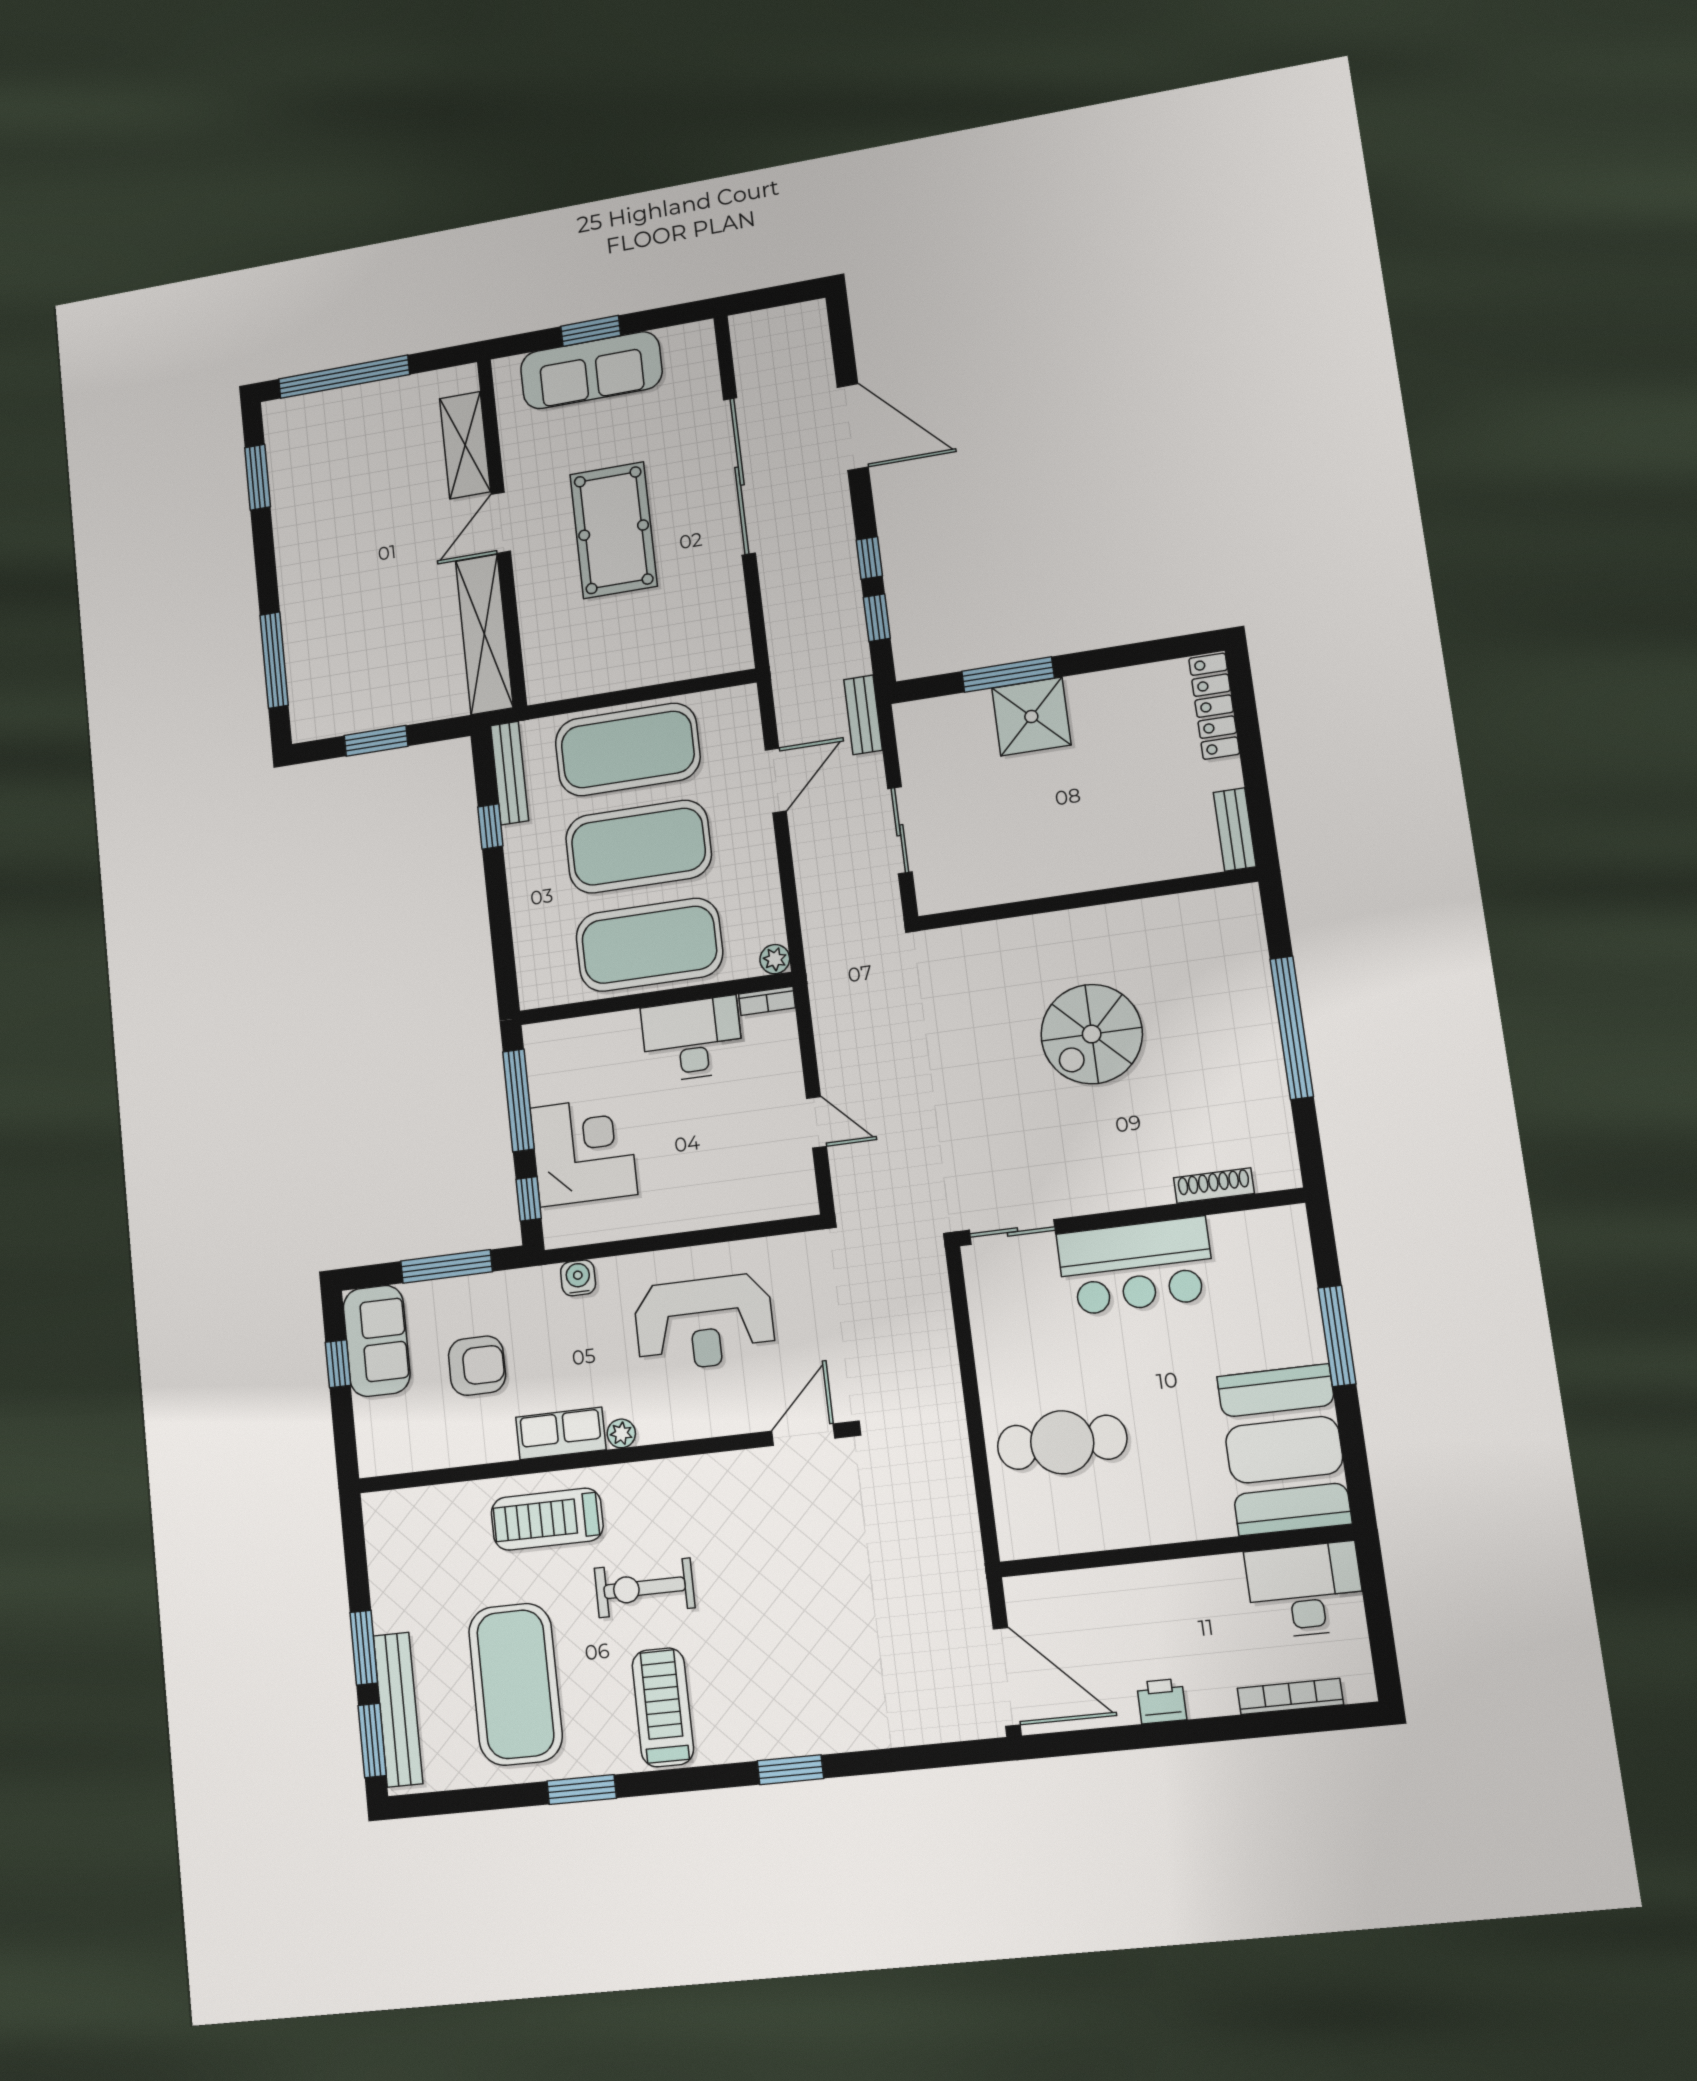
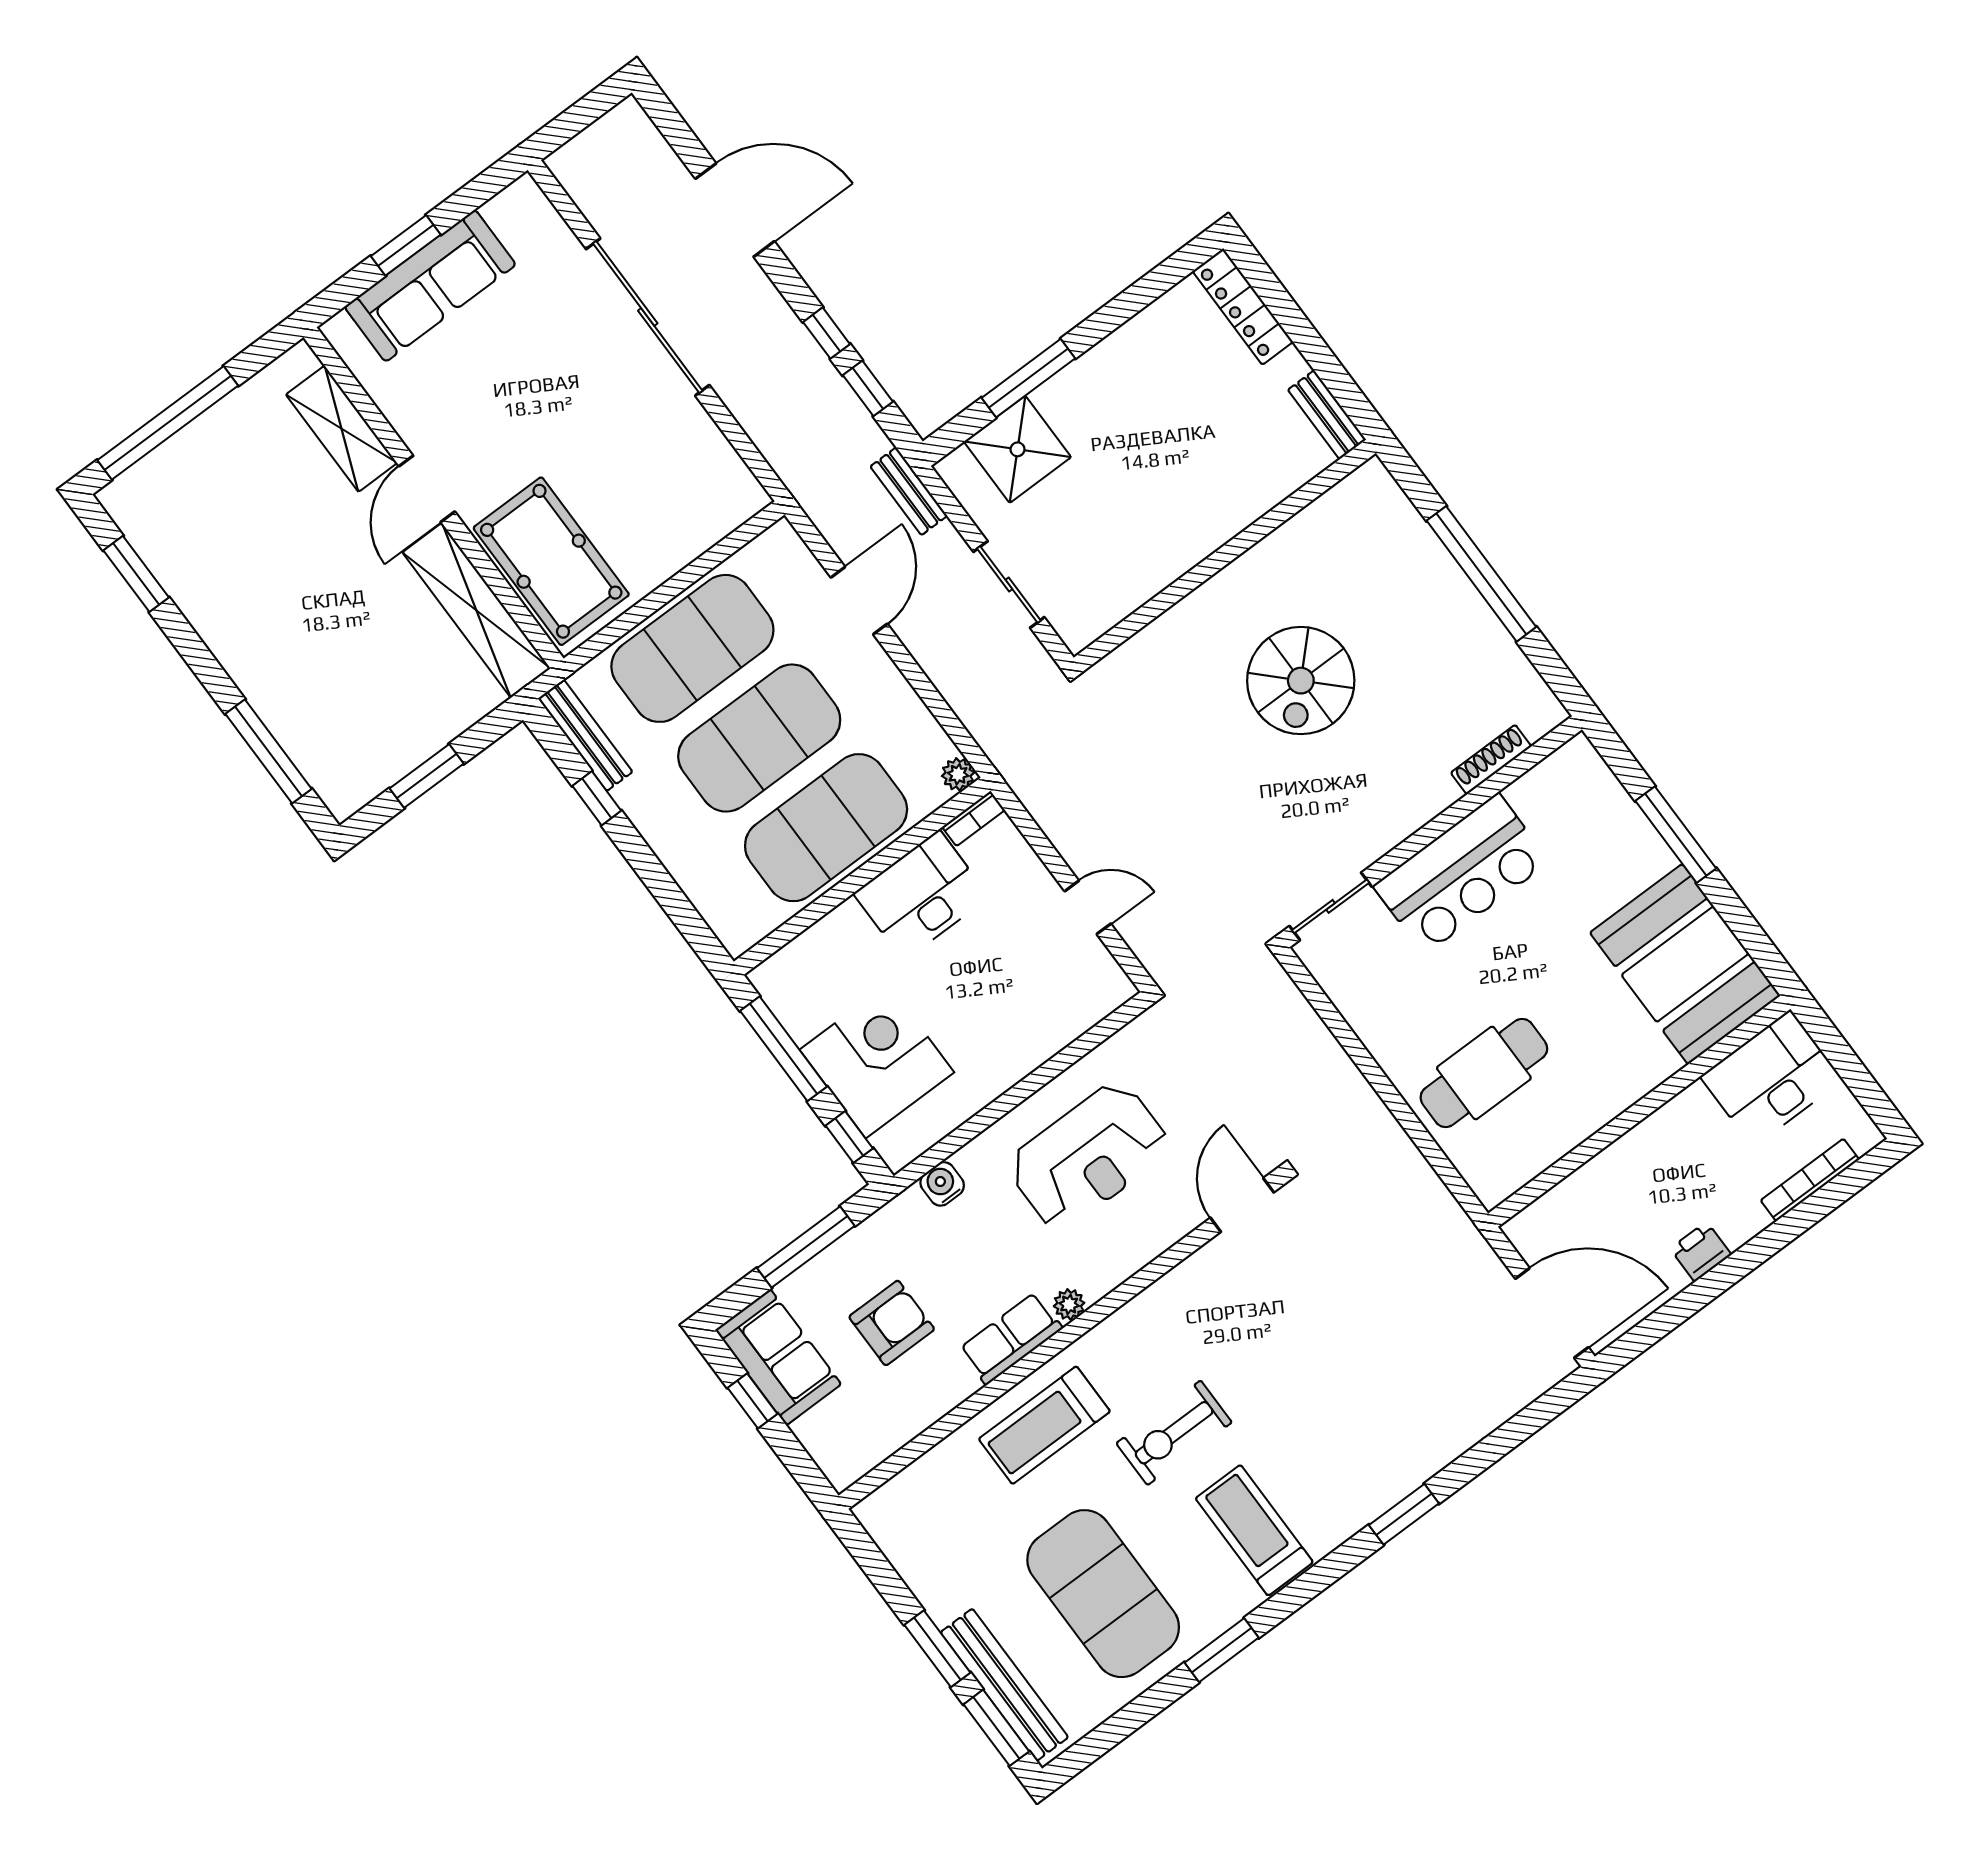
pool table: (614, 530) -> (551, 561), moved
shower: (1031, 716) -> (1017, 449), moved

